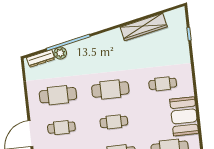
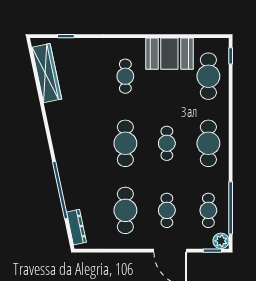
wardrobe: (144, 27) -> (47, 73), moved
plant: (60, 53) -> (72, 202), removed

